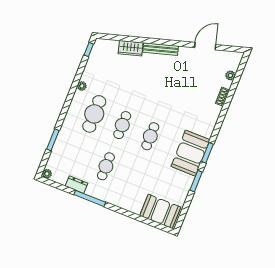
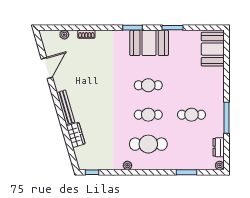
door: (205, 46) -> (47, 68), swing flipped
window: (207, 153) -> (133, 28), moved
dresser: (77, 185) -> (219, 147), moved

